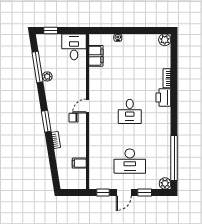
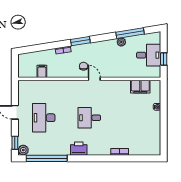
window: (51, 30) -> (164, 59), moved
plant: (165, 40) -> (155, 150), removed
desk: (74, 47) -> (149, 55), moved
printer: (163, 97) -> (79, 149), moved
window: (103, 193) -> (15, 93), removed
window: (145, 193) -> (15, 143), moved

